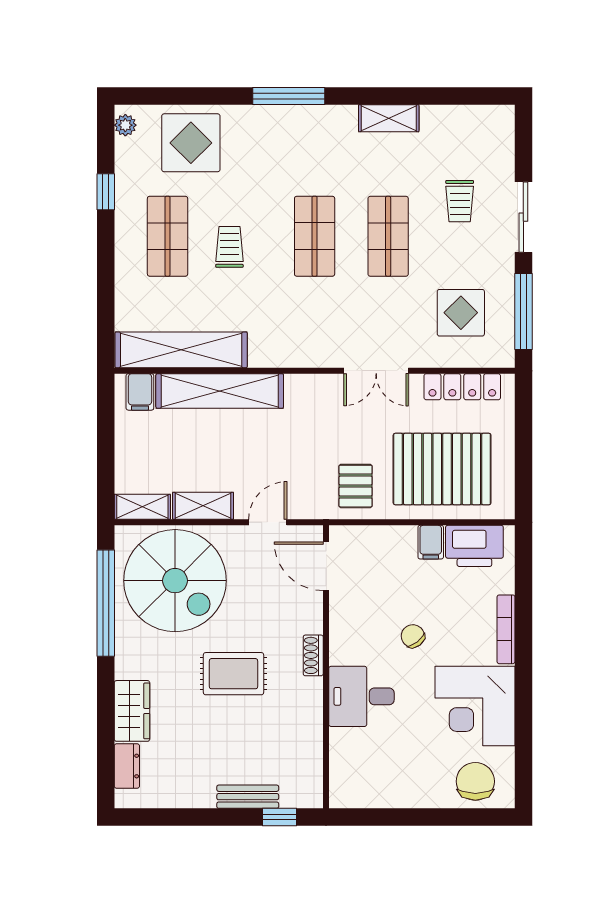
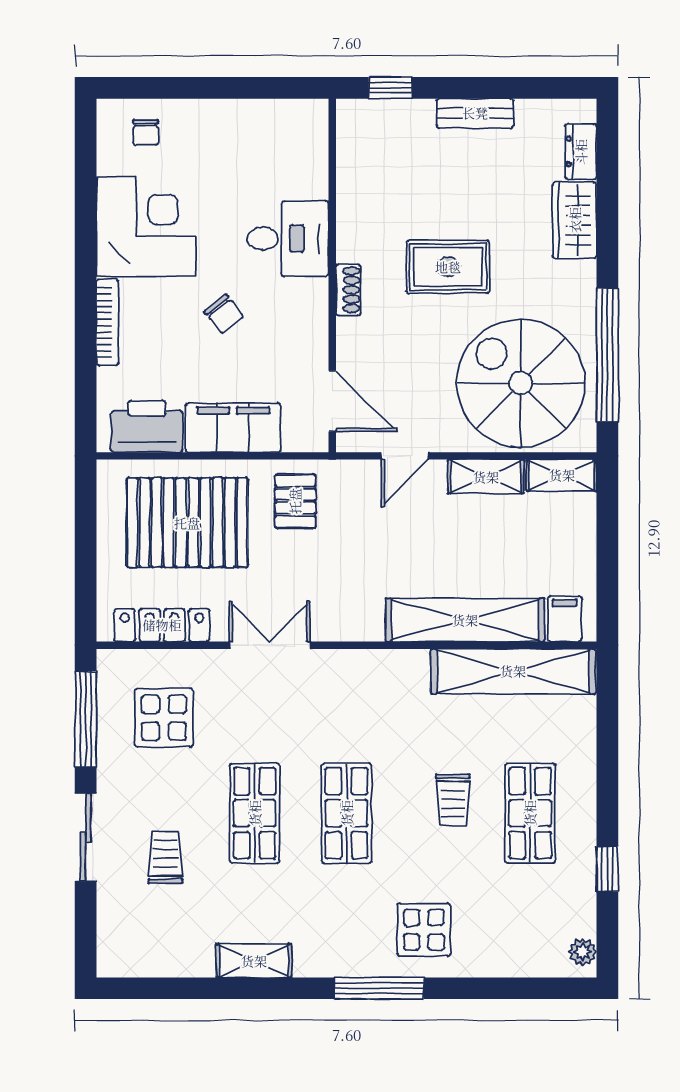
display table: (191, 143) -> (424, 930), moved, width x0.73, depth x0.73
filing cabinet: (431, 542) -> (233, 428), width x3.00, depth x1.17
chair: (475, 781) -> (146, 132), width x0.54, depth x0.54
bench: (248, 797) -> (475, 113), moved

